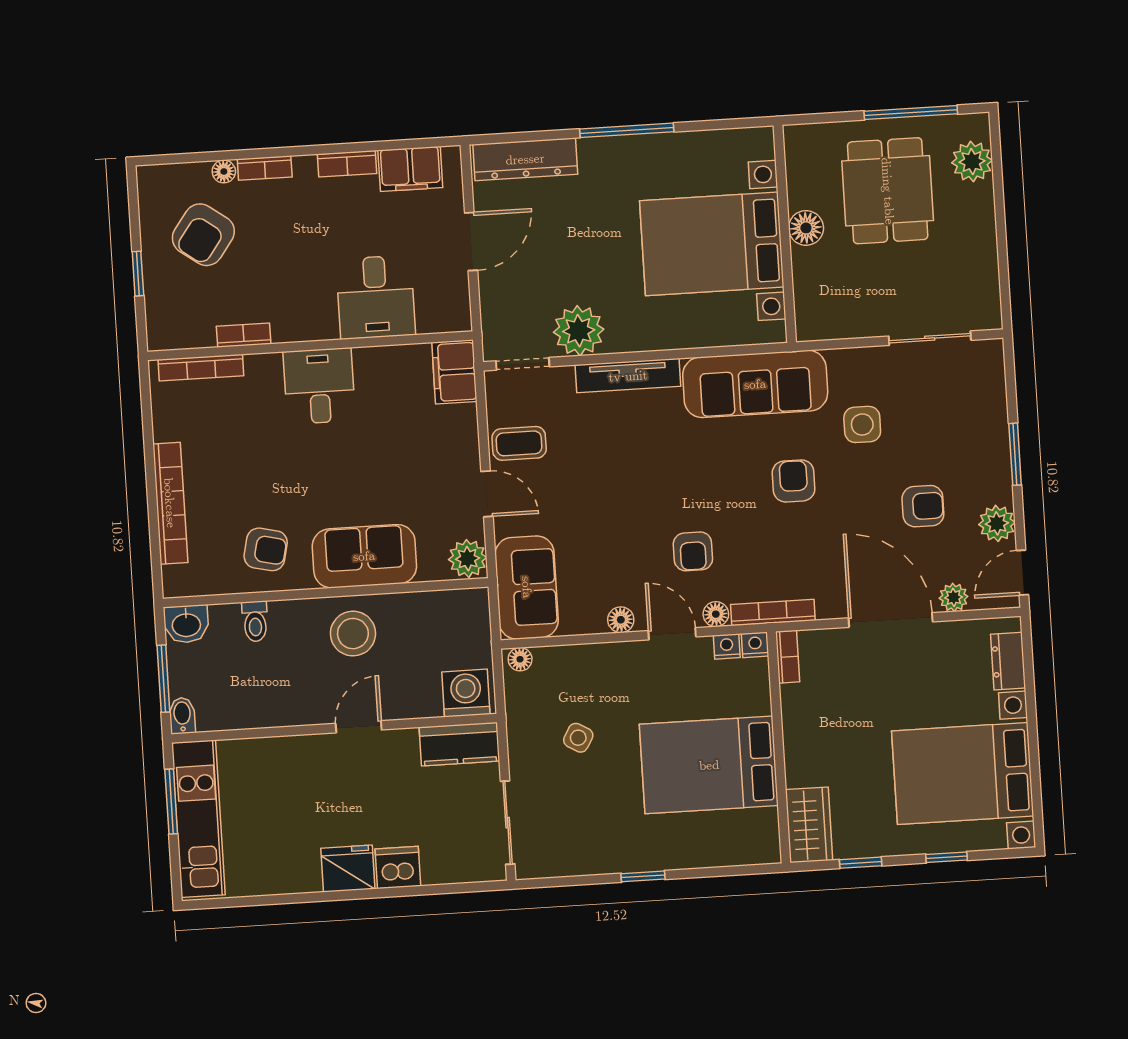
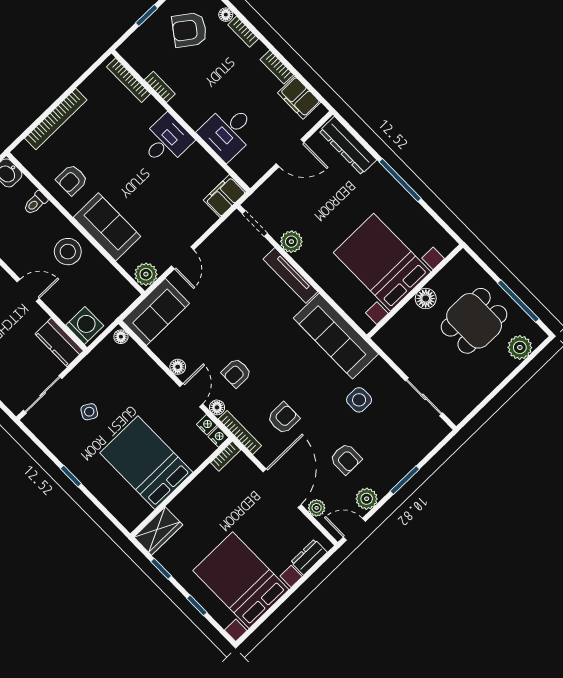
plant: (579, 331) -> (291, 242), width x0.73, depth x0.73
coffee table: (519, 443) -> (218, 253), removed
armchair: (794, 481) -> (283, 418), moved
armchair: (266, 549) -> (72, 180), turned 77
side table: (578, 738) -> (89, 412), moved

